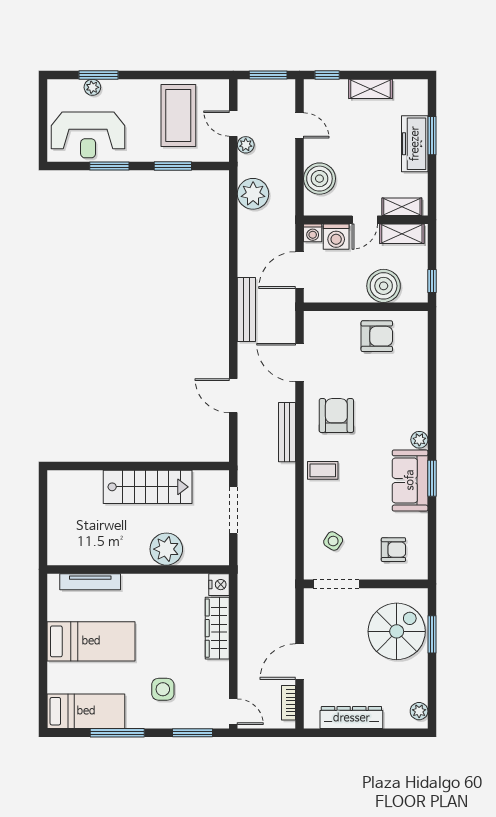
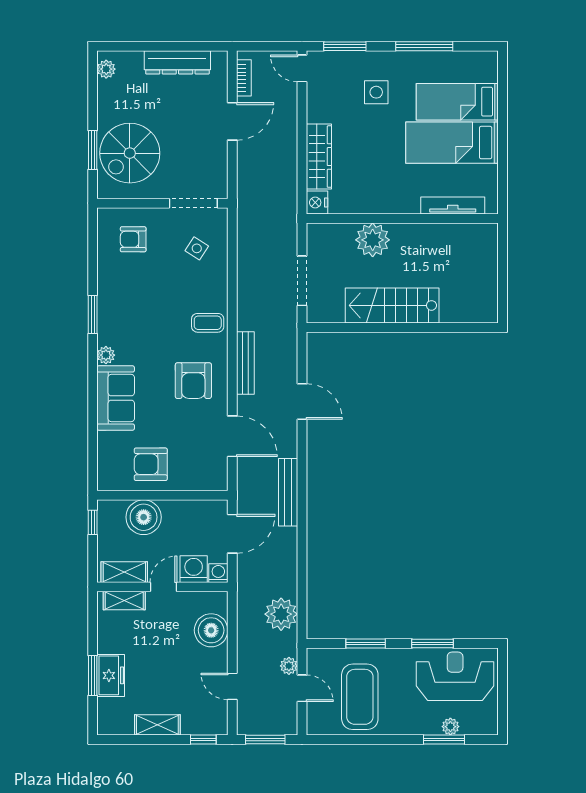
freezer: (415, 144) -> (111, 675), width x0.71
sofa: (410, 480) -> (116, 398), moved
bed: (86, 711) -> (457, 102), moved

